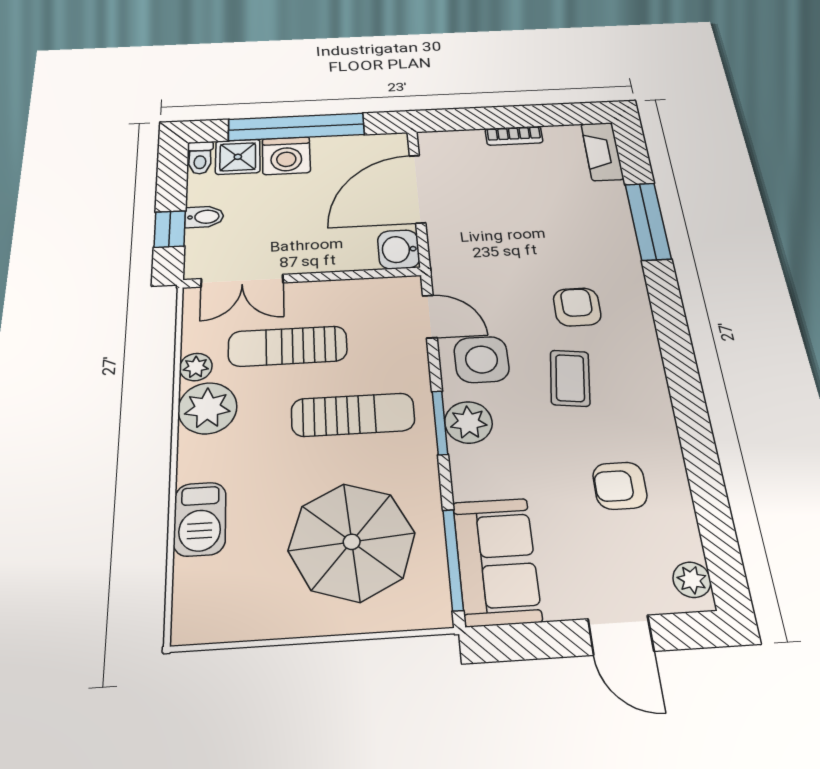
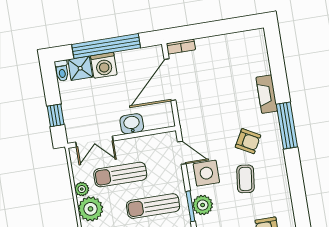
bookcase: (514, 136) -> (181, 47), moved
fireplace: (602, 151) -> (267, 94), moved
bidet: (204, 217) -> (70, 107), removed
window: (648, 221) -> (287, 126), moved
washbasin: (399, 249) -> (132, 124), moved, turned 90
armchair: (577, 307) -> (248, 141), turned 119
sun lounger: (353, 415) -> (153, 206), turned 180

